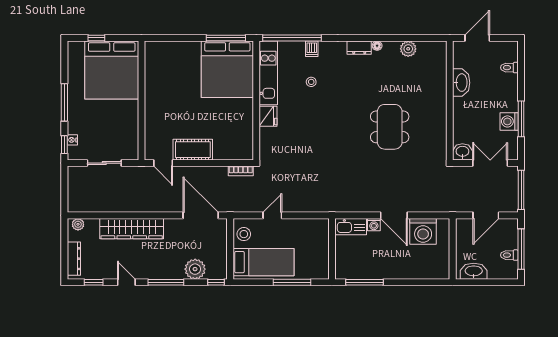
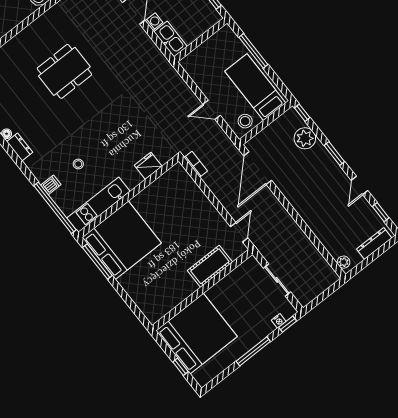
fridge: (268, 116) -> (148, 166), moved
cot: (193, 150) -> (210, 266), moved, turned 90
wardrobe: (132, 229) -> (313, 216), removed
window: (166, 282) -> (334, 153), width x0.69

